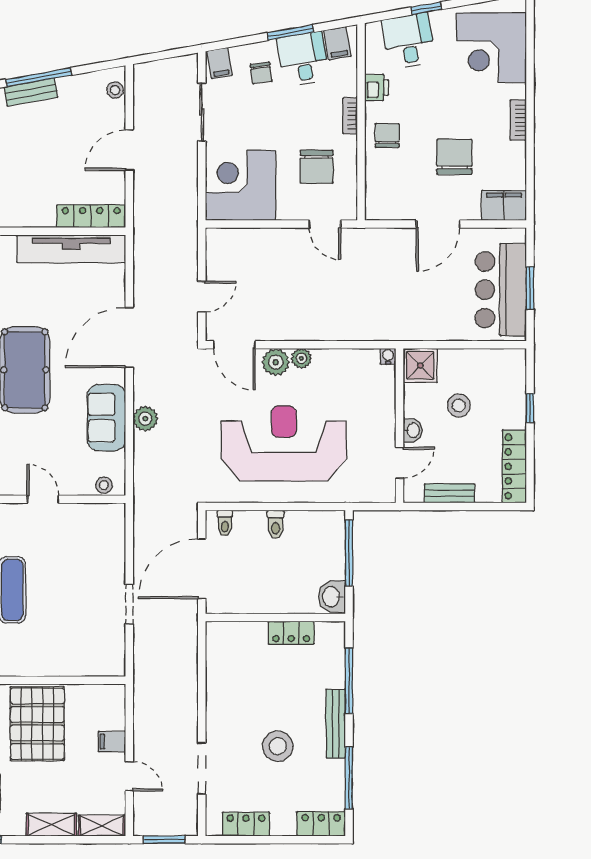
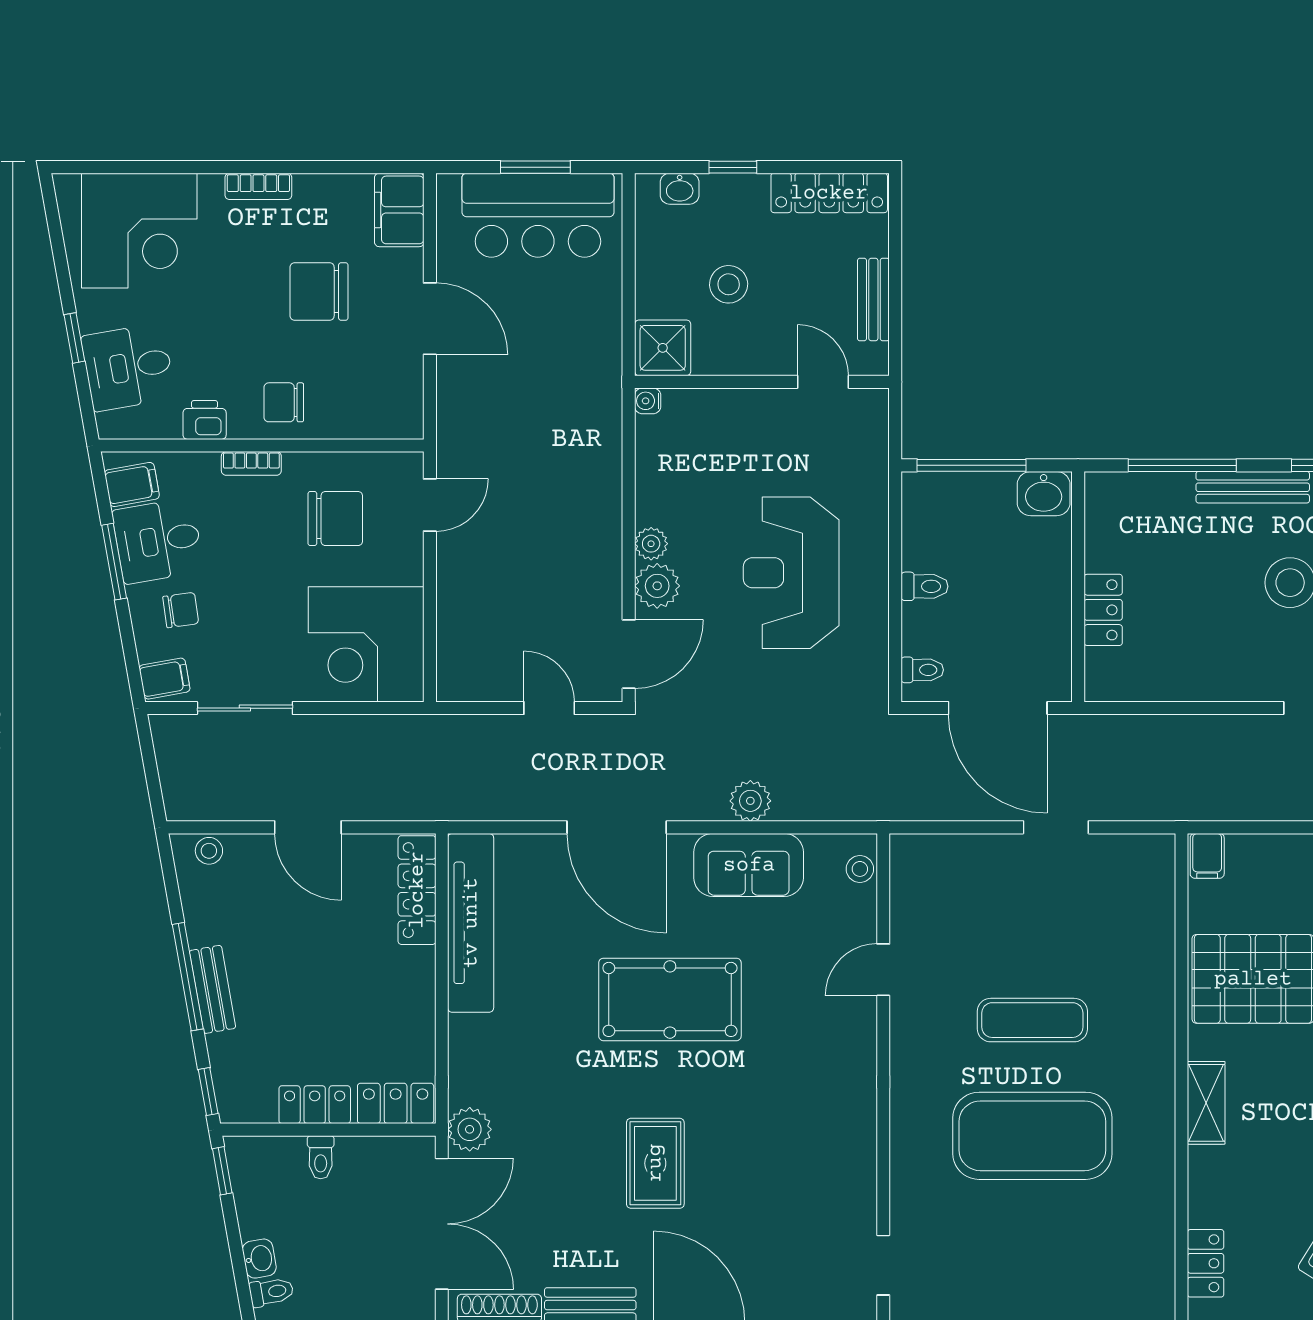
washbasin: (413, 430) -> (680, 189), moved, turned 180
reception desk: (284, 443) -> (791, 573), width x0.74, depth x0.77
locker: (291, 633) -> (1103, 610), moved
filing cabinet: (112, 742) -> (1207, 856), moved

